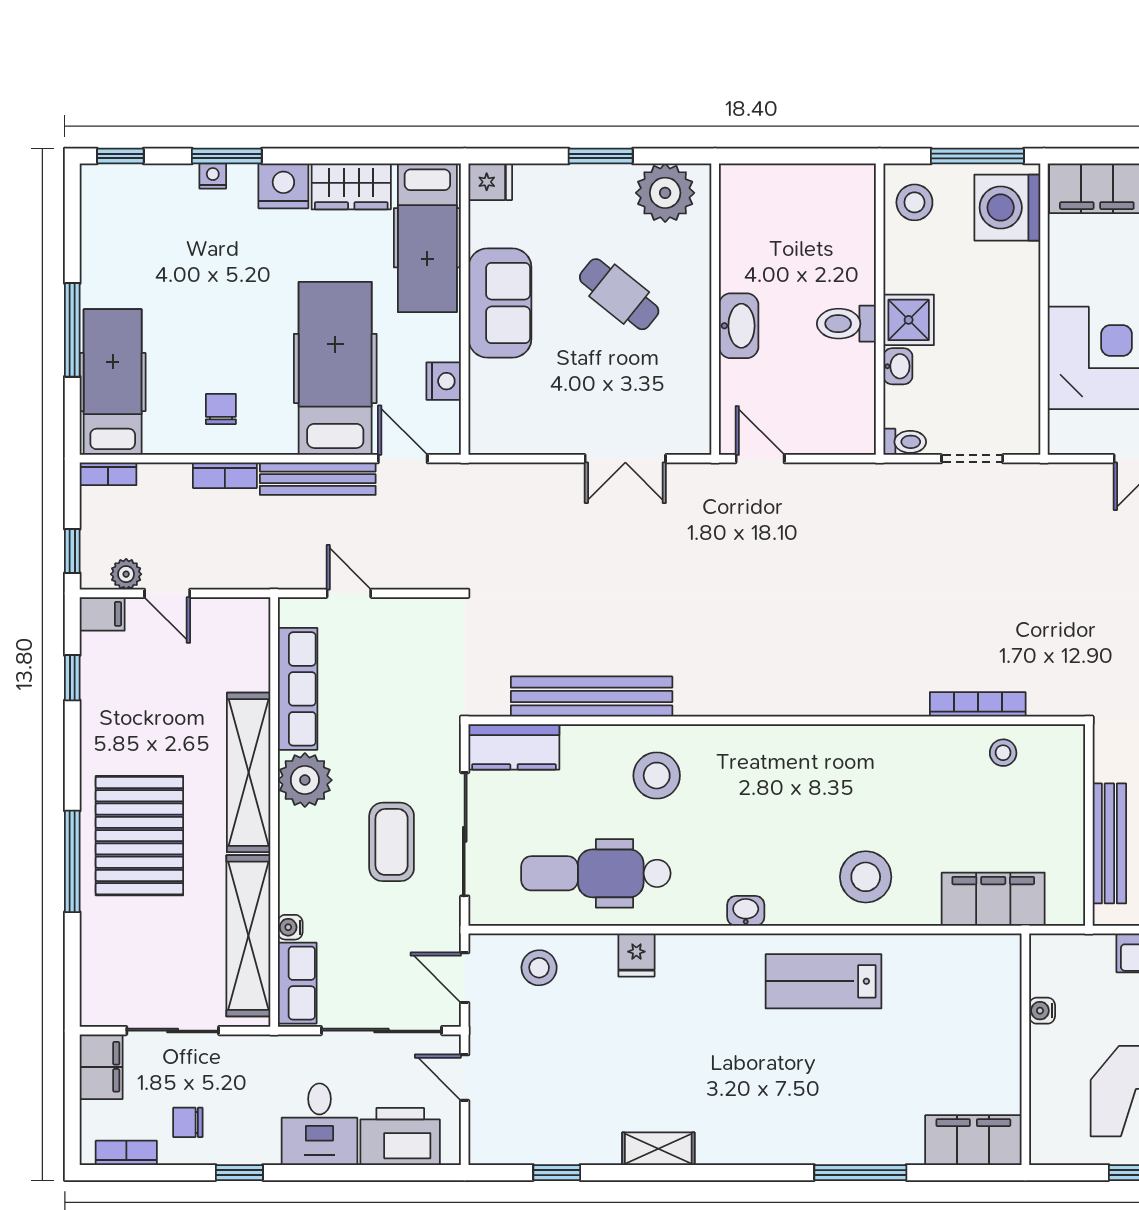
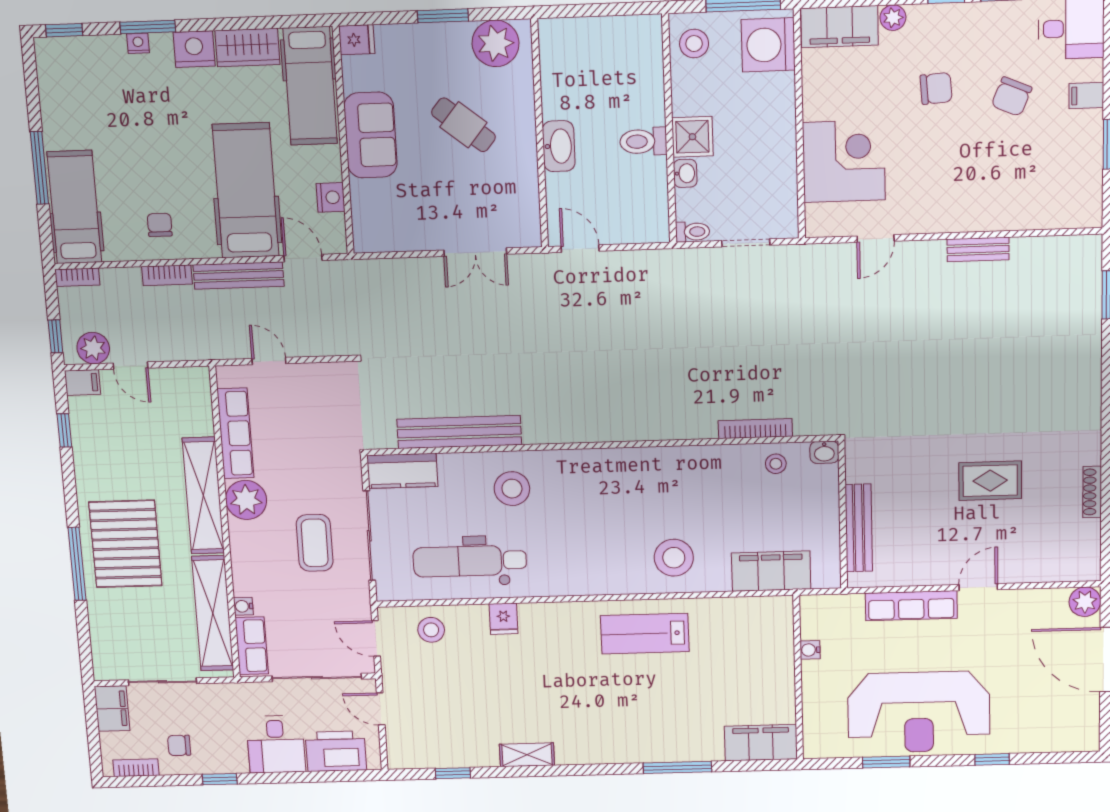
plant: (126, 574) -> (93, 348), width x1.38, depth x1.38
washbasin: (746, 911) -> (824, 452), moved, turned 180

